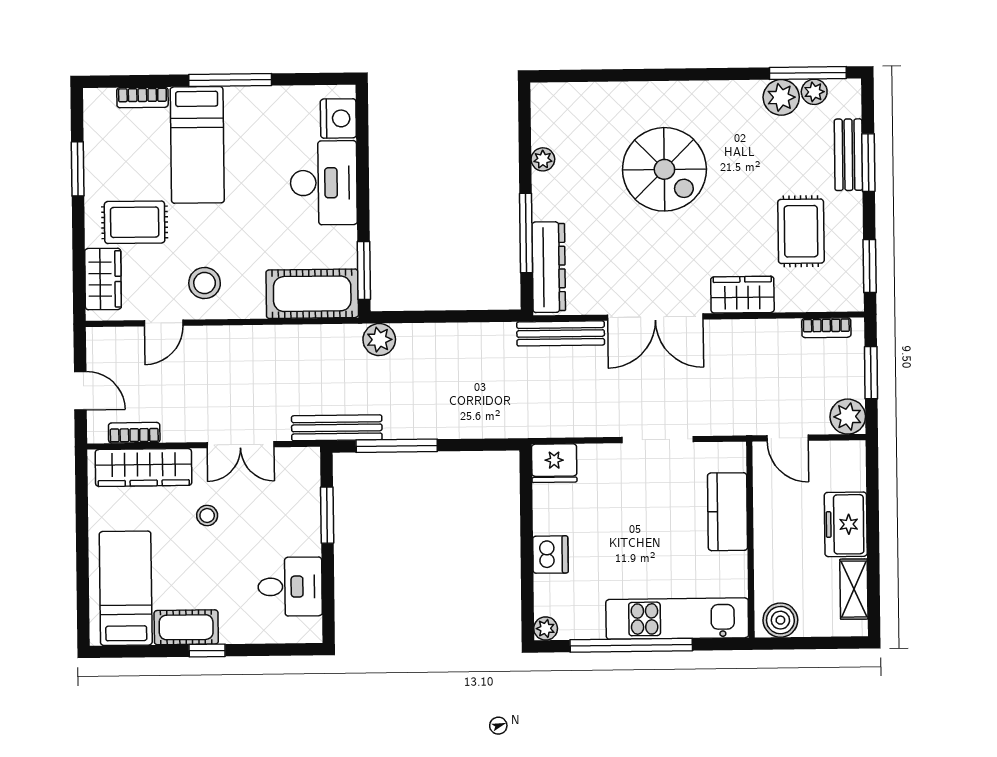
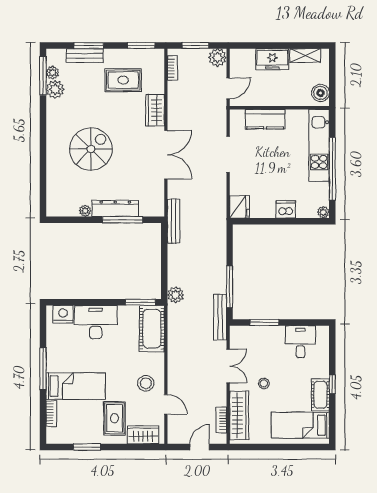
dresser: (549, 267) -> (115, 208), moved
bench: (561, 333) -> (174, 221), moved

